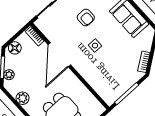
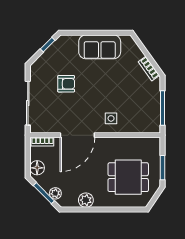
side table: (95, 46) -> (111, 118), moved
door: (59, 55) -> (77, 135), hinge flipped

